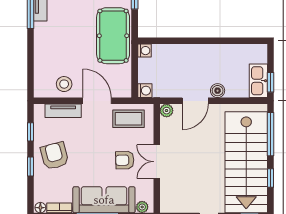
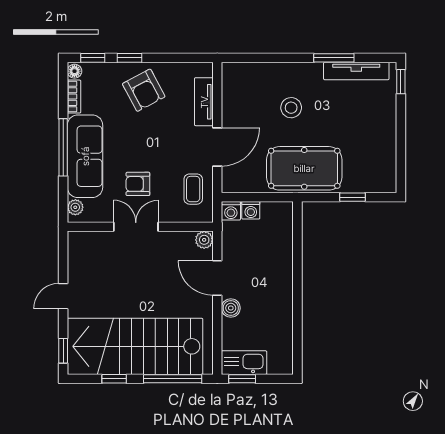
washing machine: (144, 51) -> (251, 210), moved
stool: (64, 84) -> (291, 108), moved
coffee table: (129, 119) -> (193, 189), width x0.73, depth x0.77
window: (30, 132) -> (93, 58), moved
armchair: (55, 156) -> (144, 90), turned 77
armchair: (125, 160) -> (138, 184), turned -88

